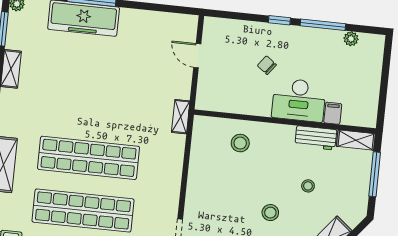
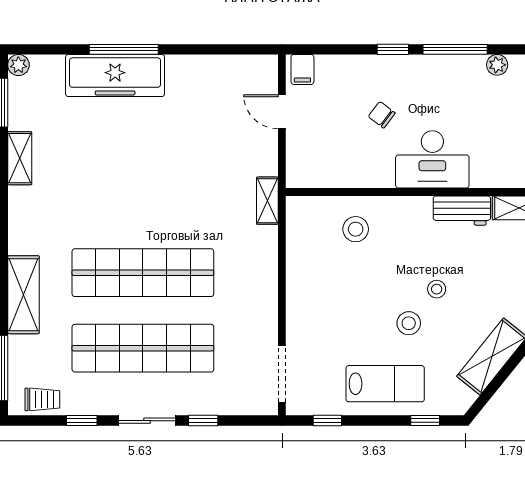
filing cabinet: (333, 113) -> (302, 69), moved, turned 180
stool: (308, 186) -> (437, 289), moved

